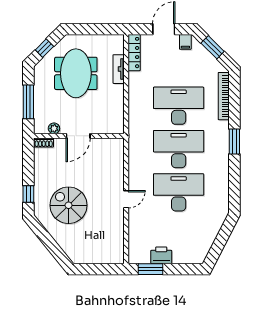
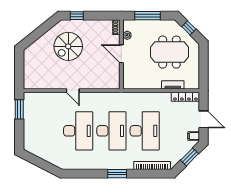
spiral stairs: (69, 205) -> (68, 46), turned 180
printer: (161, 255) -> (30, 118), removed

